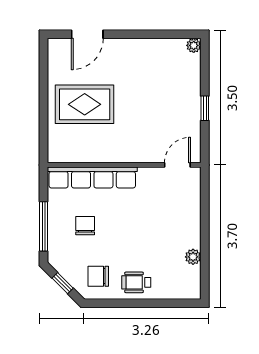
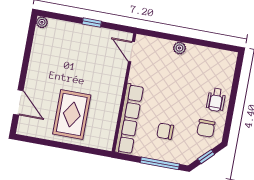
plant: (193, 257) -> (179, 48), moved

